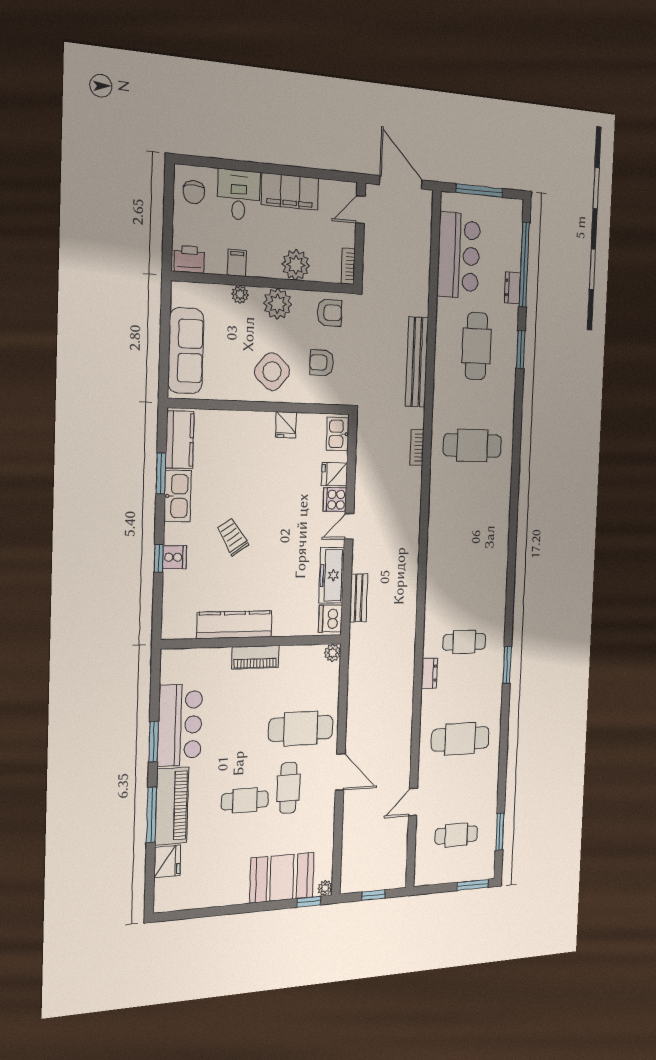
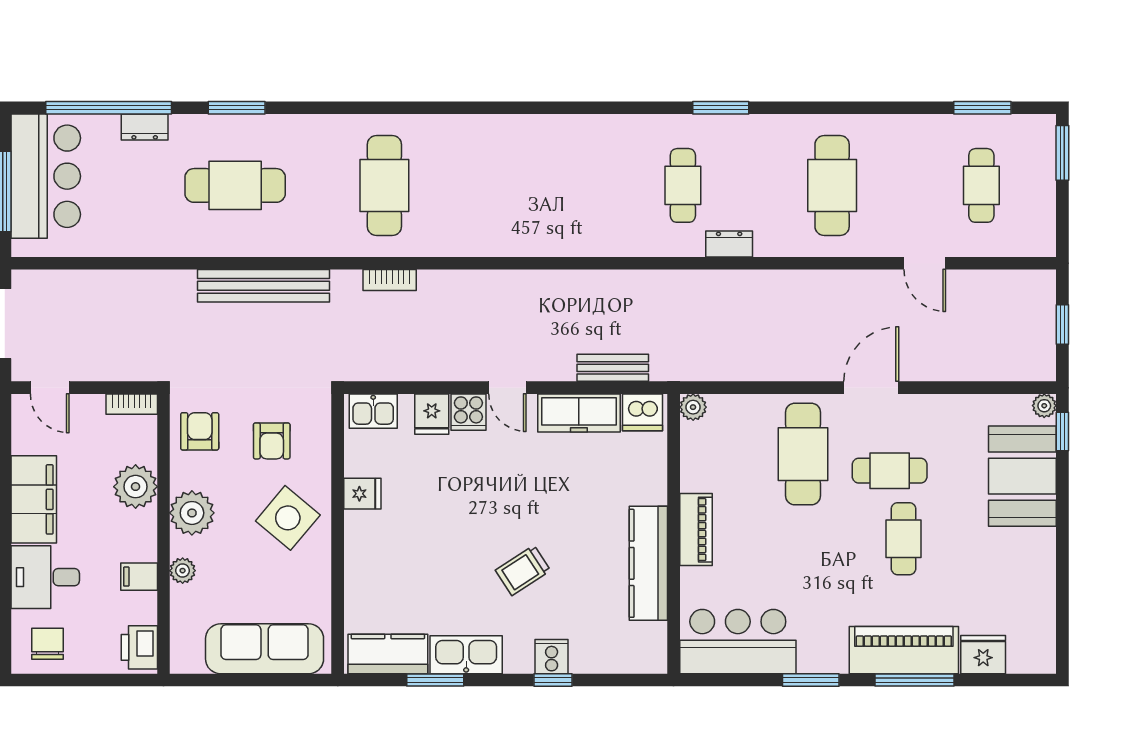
chair: (194, 192) -> (47, 644), turned -90
bar counter: (459, 255) -> (46, 176), moved, turned 90
bar counter: (180, 725) -> (738, 642), moved

